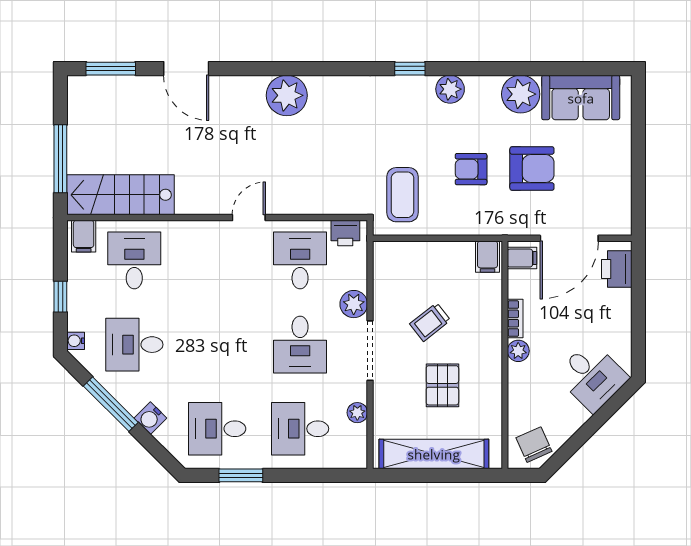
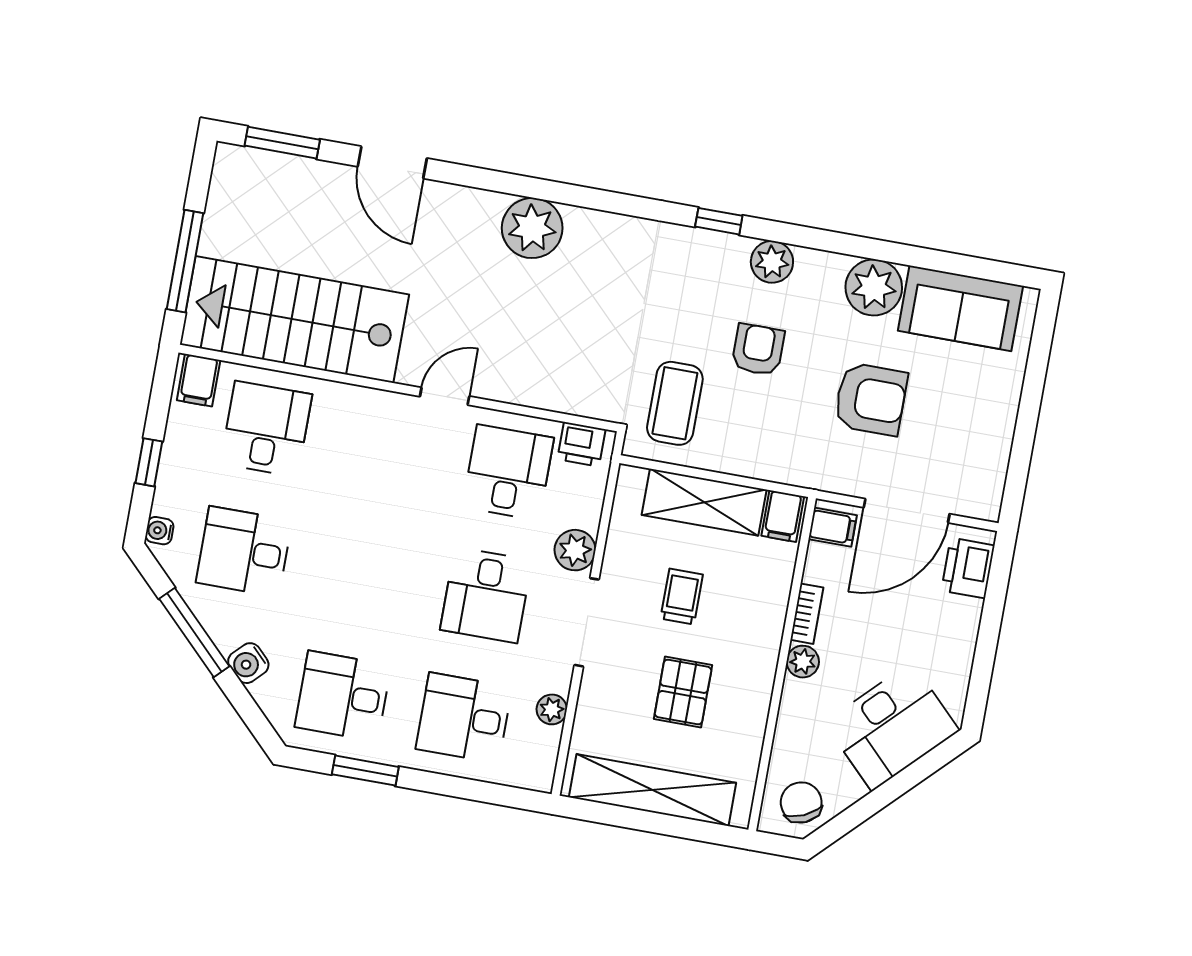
armchair: (471, 169) -> (758, 350), moved, turned 90
stairs: (120, 195) -> (294, 320), width x1.36, depth x1.51
shelving: (434, 257) -> (704, 502), added
trolley: (430, 322) -> (682, 597), turned 128
desk: (592, 376) -> (892, 727), width x1.37

